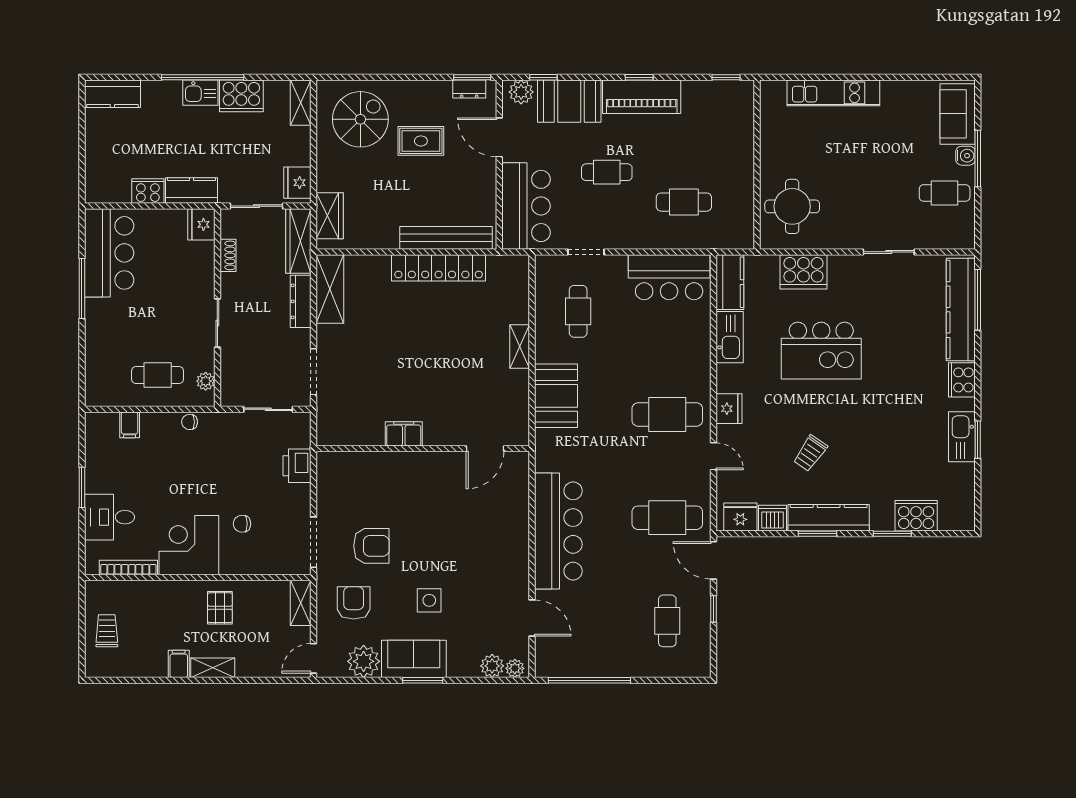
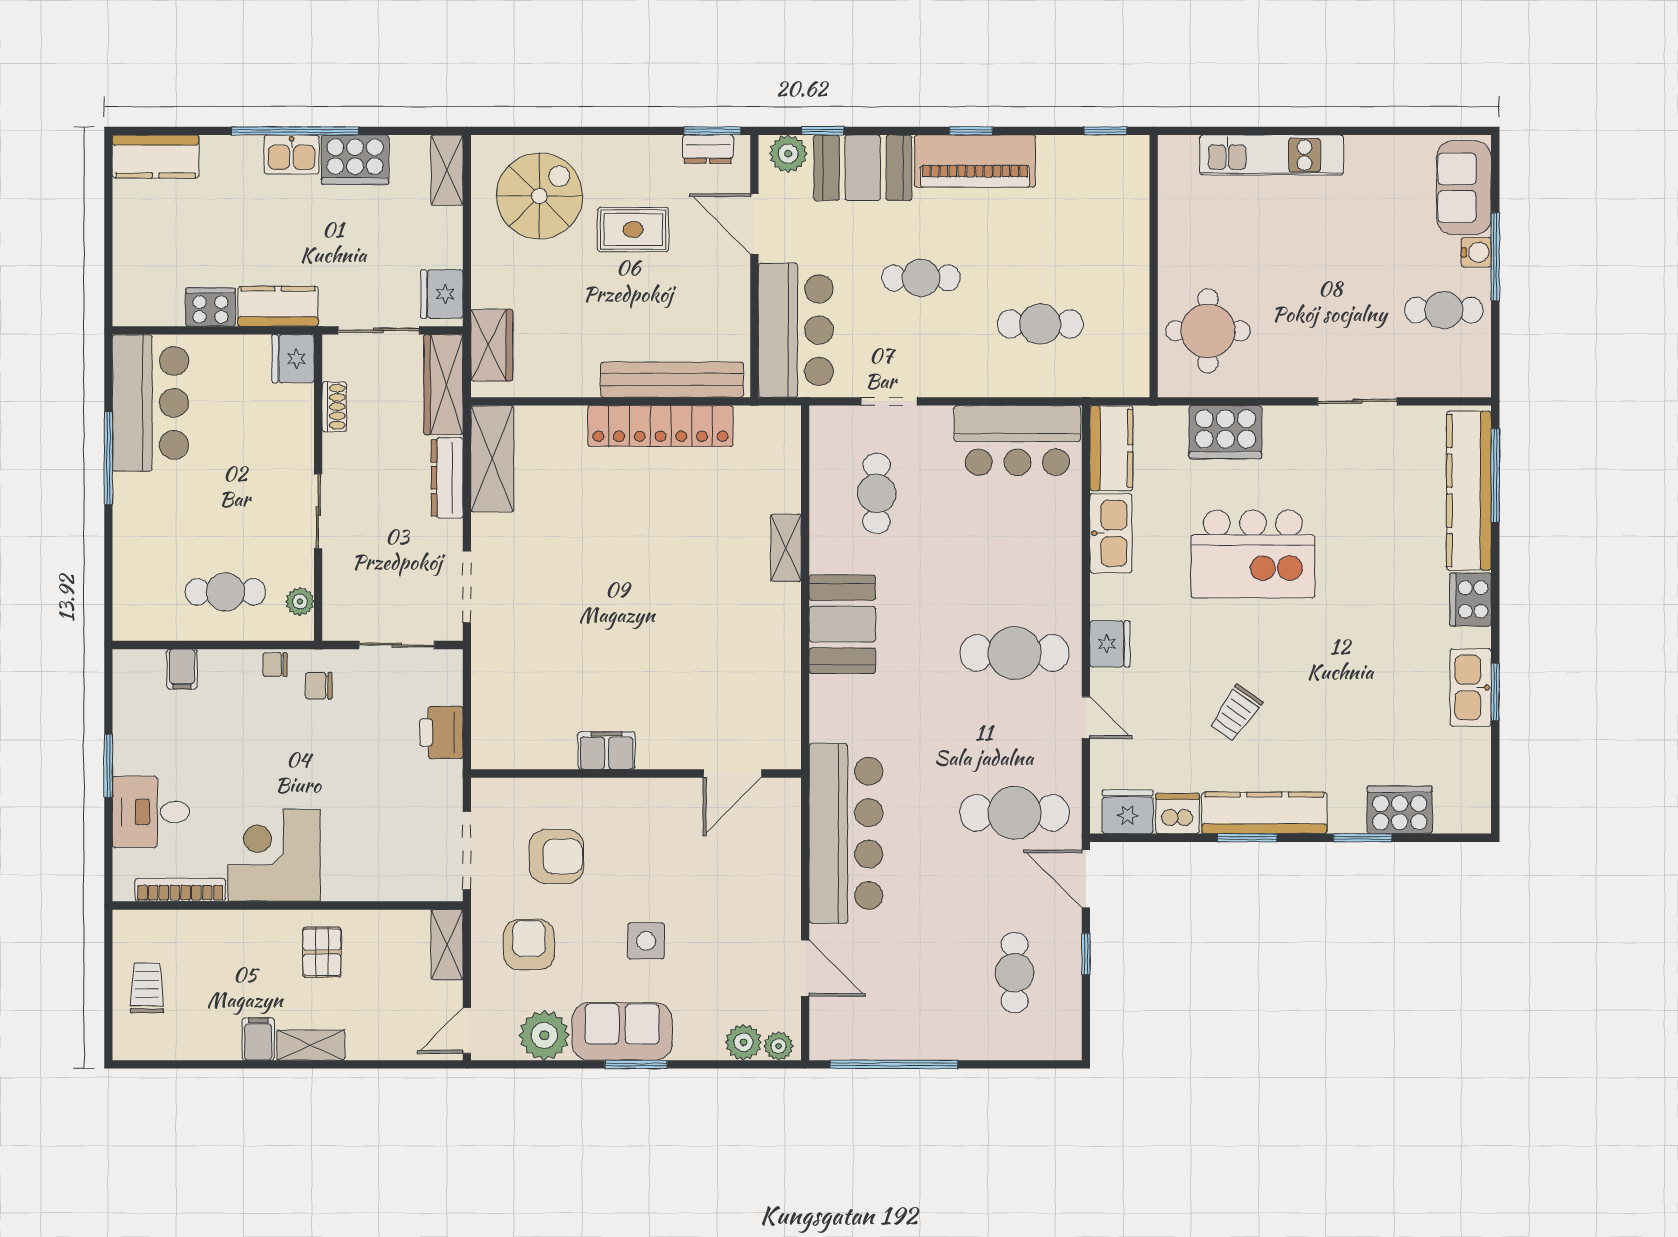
filing cabinet: (404, 434) -> (607, 751), moved
wall: (423, 449) -> (636, 774), moved
door: (485, 449) -> (732, 774), moved
chair: (242, 524) -> (319, 686), moved

